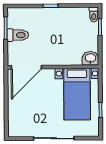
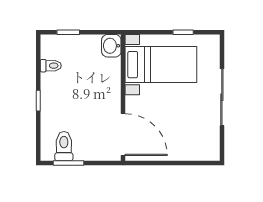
toilet: (94, 15) -> (51, 66), moved
toilet: (18, 35) -> (64, 146), moved

